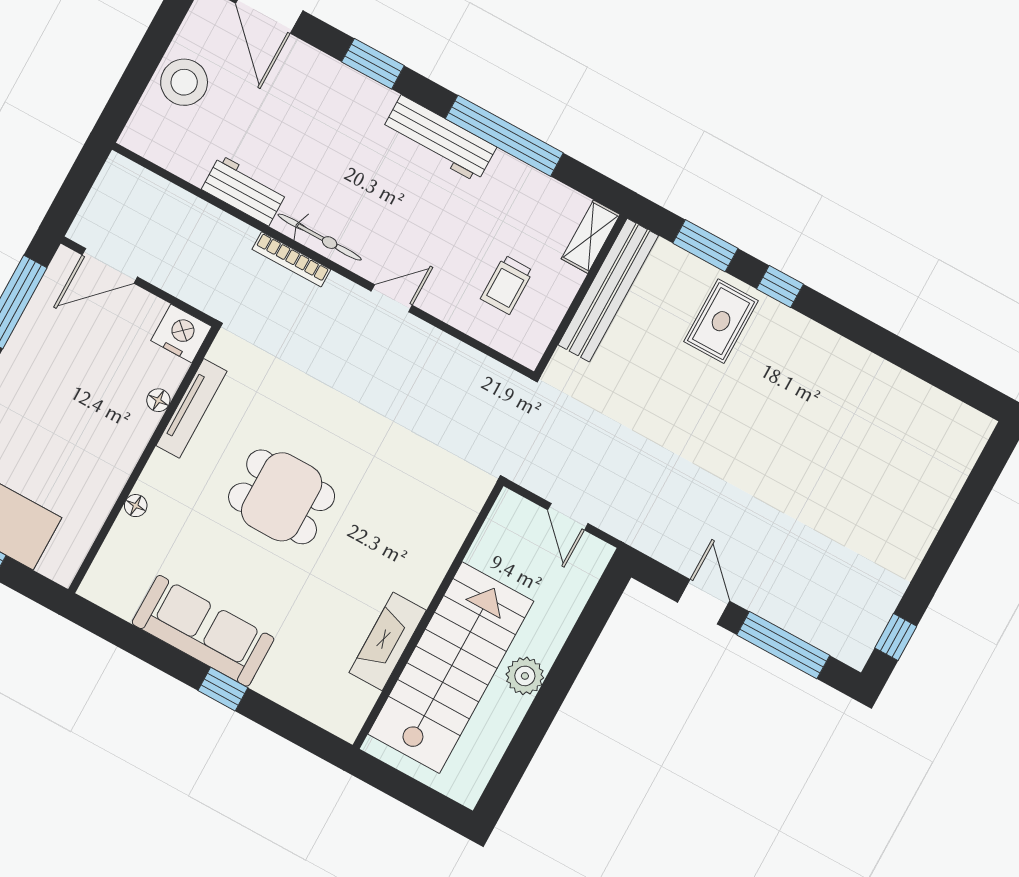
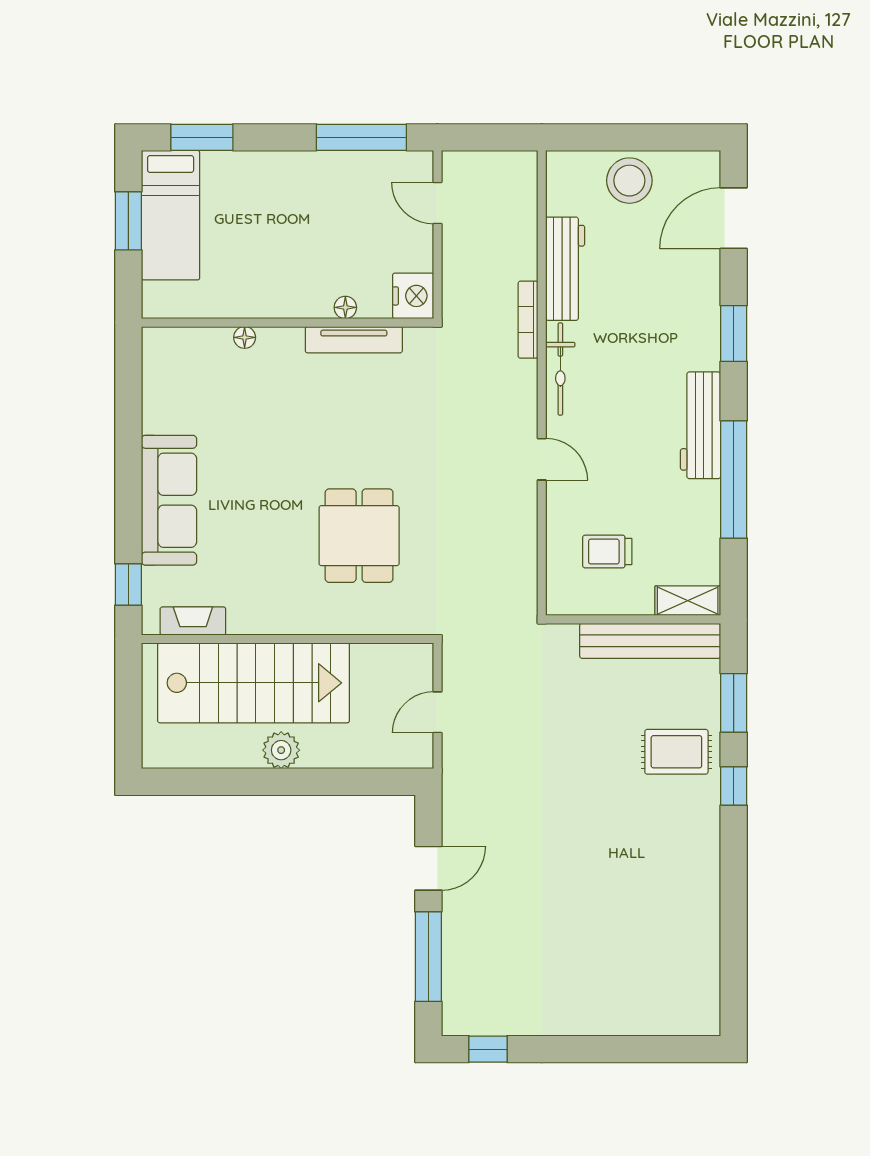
workbench: (244, 190) -> (565, 269), width x1.38
bookcase: (291, 259) -> (528, 320), moved
door: (110, 266) -> (437, 203), width x0.73
dining table: (282, 497) -> (359, 536), moved
sofa: (203, 631) -> (169, 500), moved
fireplace: (388, 641) -> (193, 621), moved, width x0.73, depth x0.76
window: (223, 689) -> (128, 585), moved

